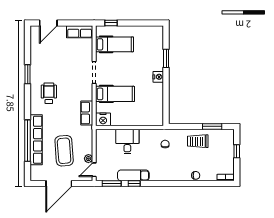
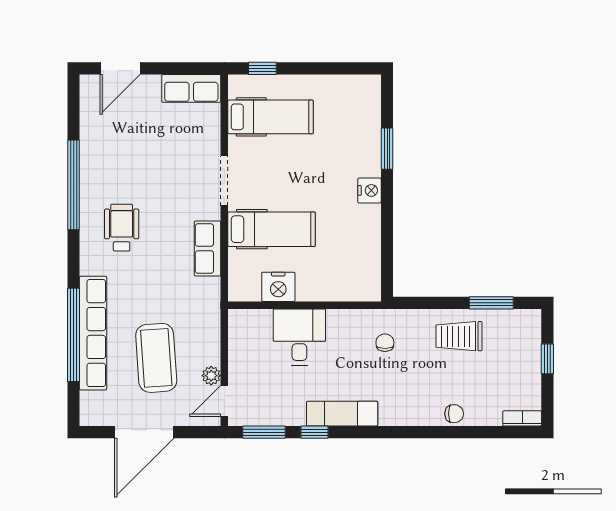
window: (28, 74) -> (74, 185), width x2.11
row of seats: (87, 113) -> (207, 249), moved
nightstand: (103, 119) -> (278, 287), moved
exam couch: (133, 175) -> (342, 414), moved

